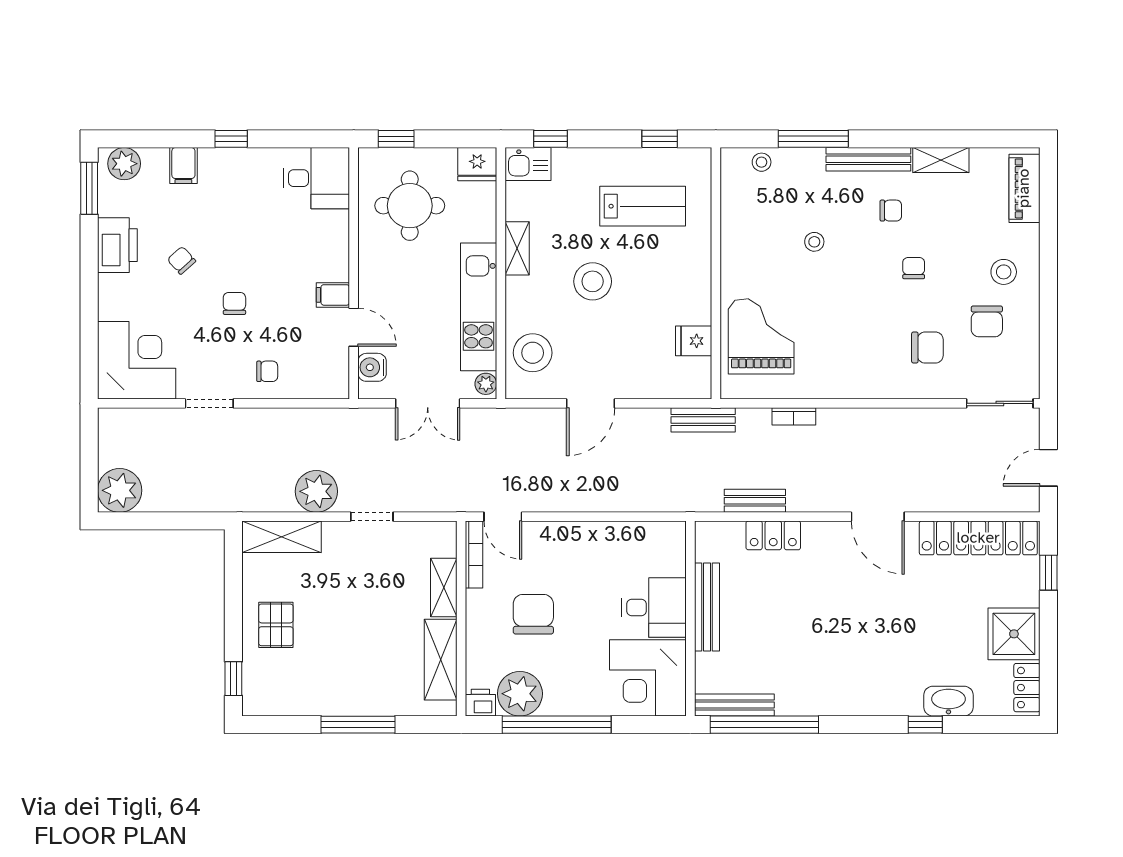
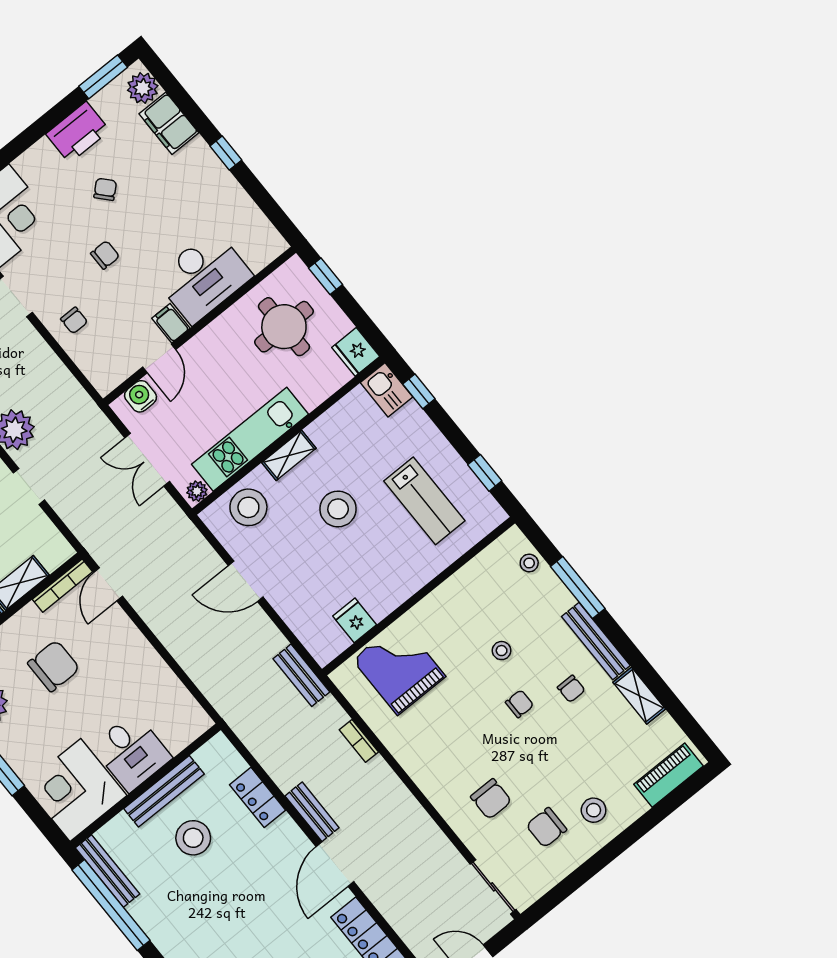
filing cabinet: (183, 166) -> (169, 123), width x2.00
desk: (316, 178) -> (203, 277), moved, width x1.37
shelving: (517, 248) -> (289, 455), moved
chair: (914, 268) -> (519, 704), moved
grand piano: (761, 336) -> (399, 668), turned -90
bench: (755, 501) -> (312, 812), moved
stool: (764, 614) -> (193, 838), added

